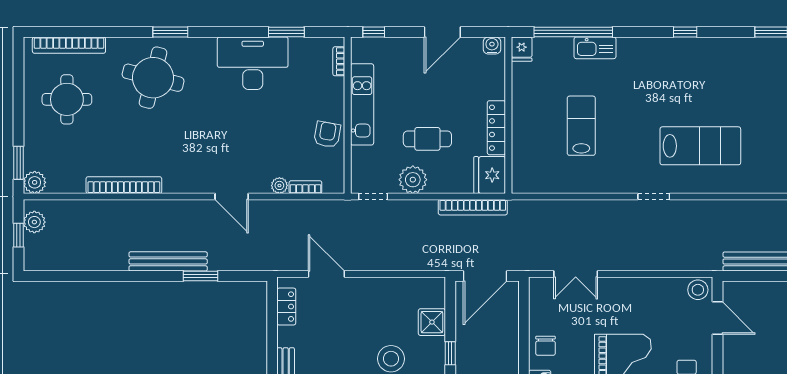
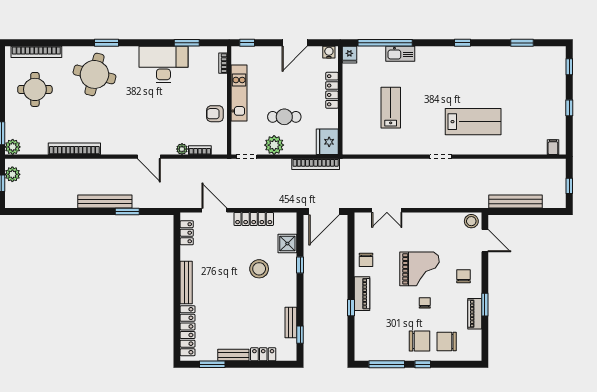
locker: (496, 128) -> (332, 90), moved
armchair: (327, 134) -> (215, 114), turned -100
locker: (383, 287) -> (254, 219), added

